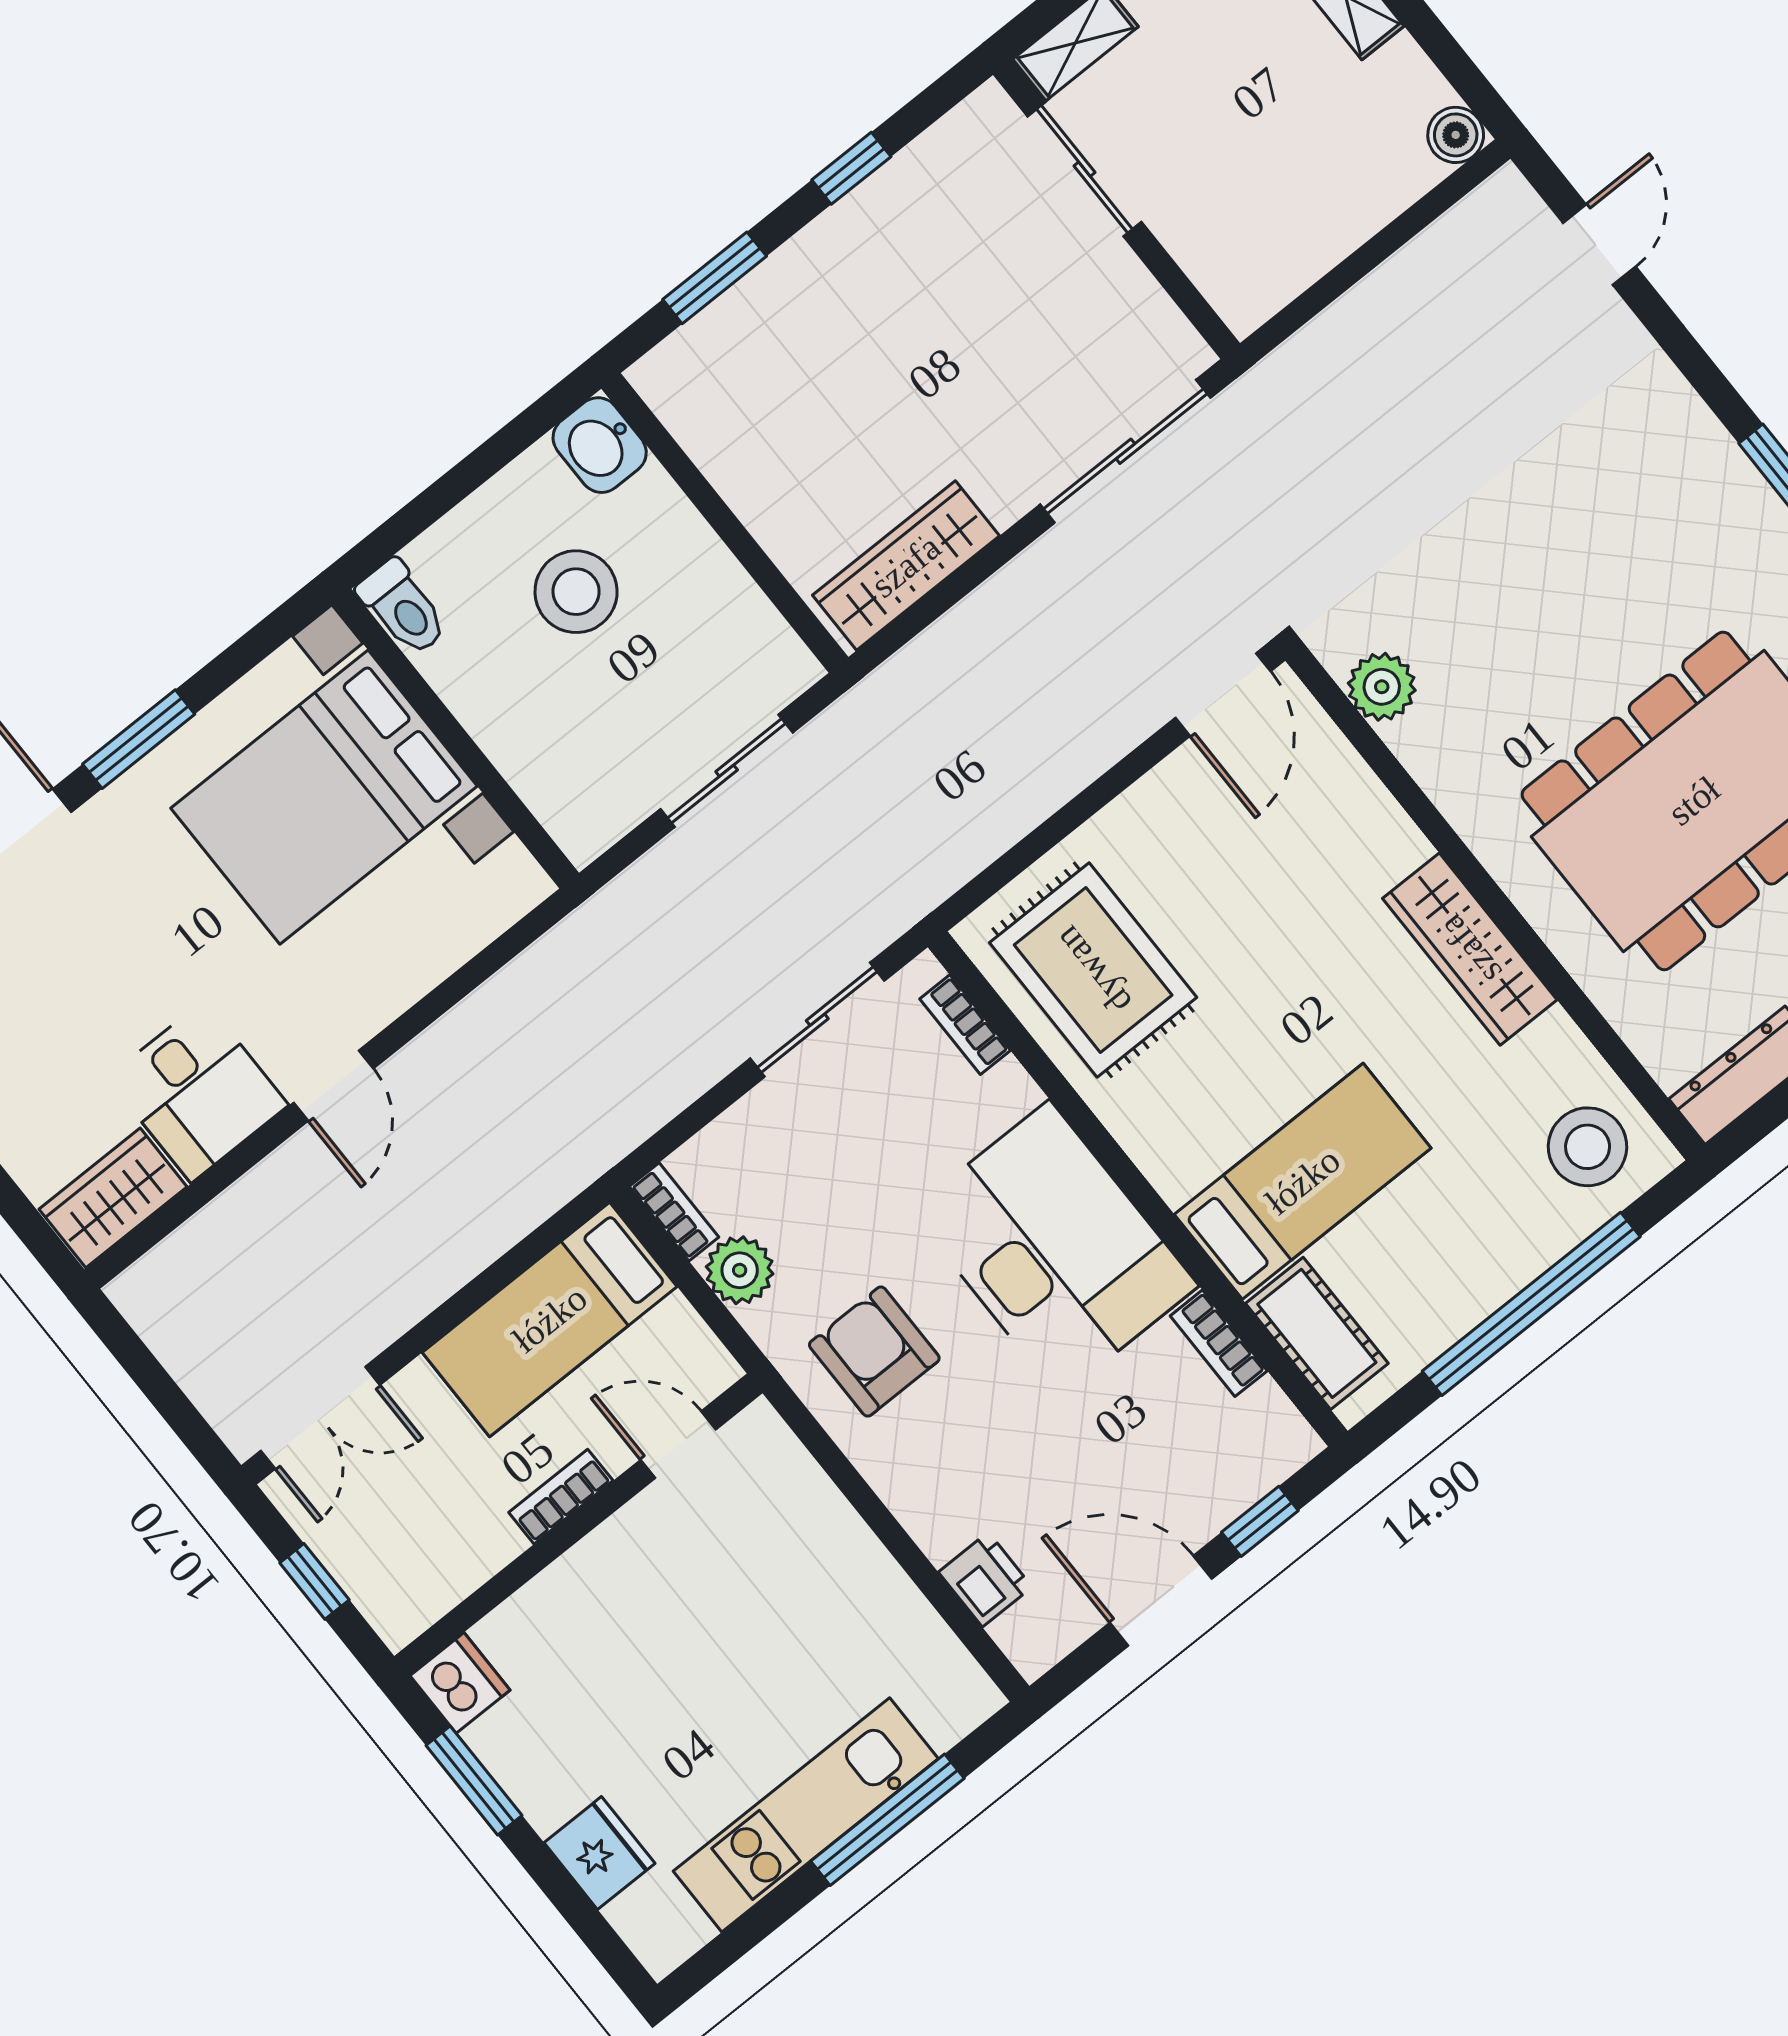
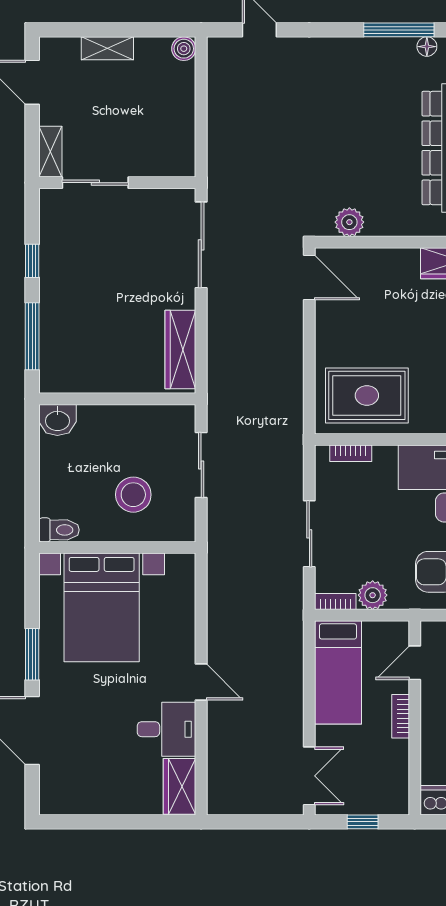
window: (715, 278) -> (32, 336), width x1.44
stool: (576, 592) -> (133, 495), moved
sliding door: (817, 1020) -> (309, 534), moved

